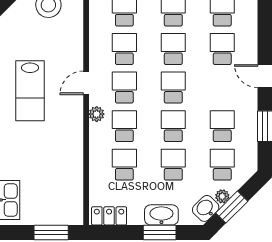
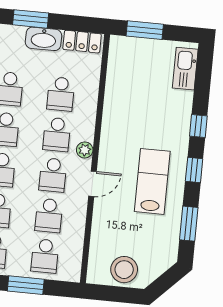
washbasin: (161, 215) -> (43, 39), moved

